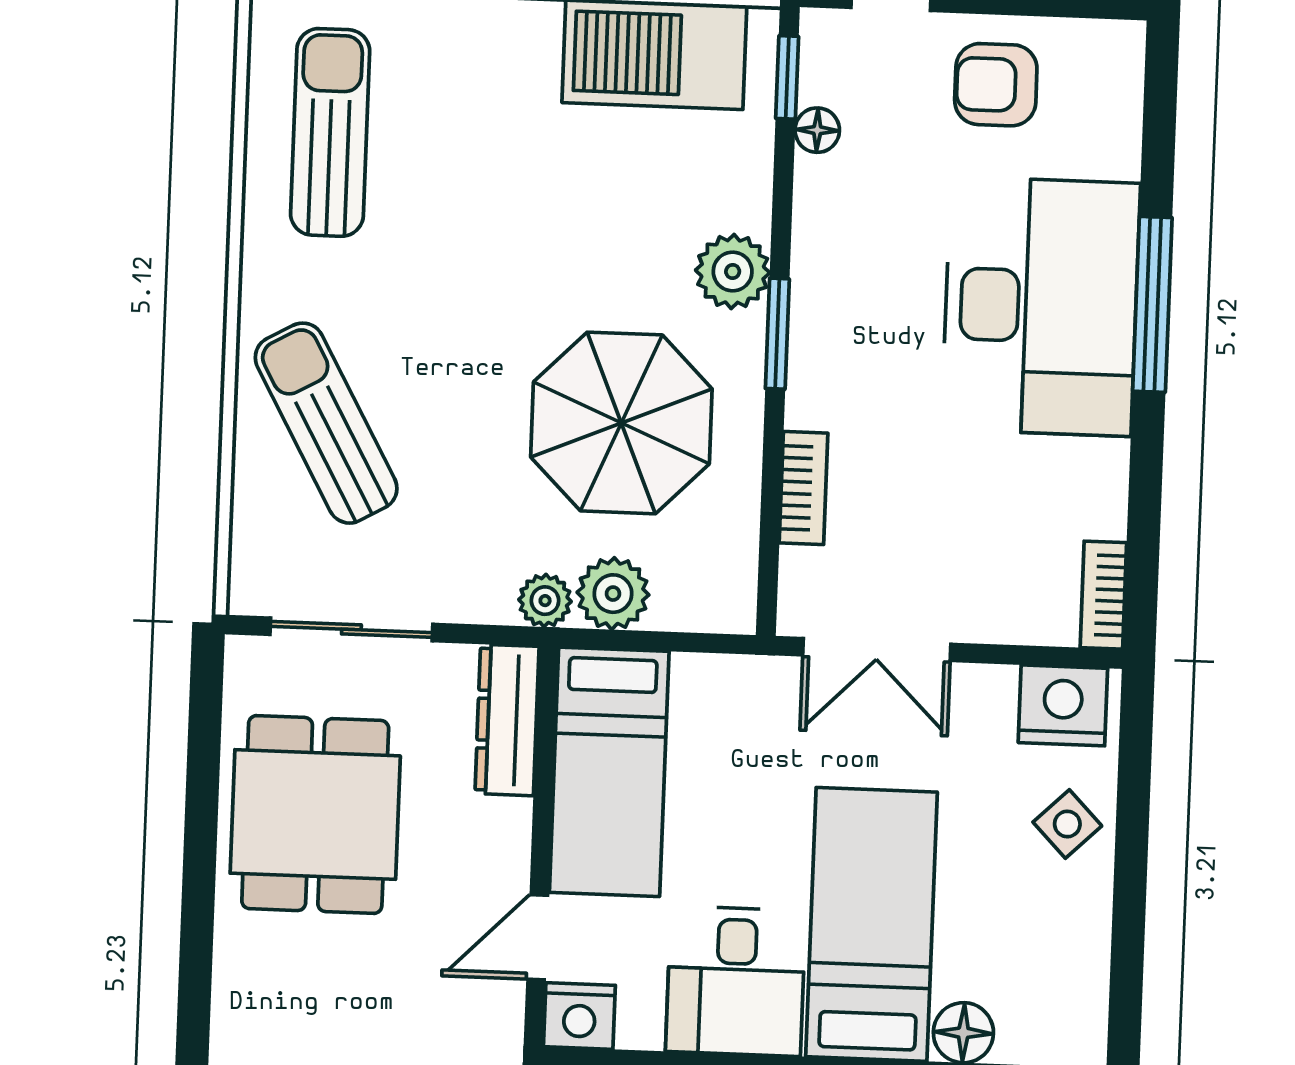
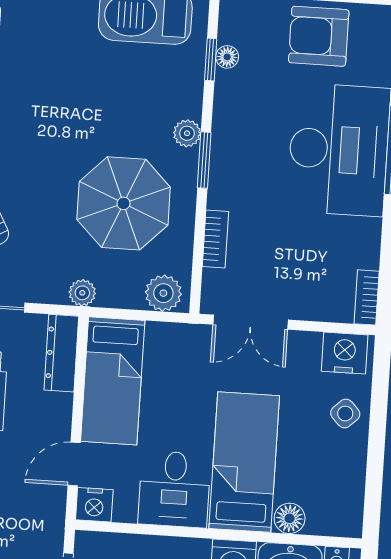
window: (787, 77) -> (211, 60), moved
armchair: (996, 85) -> (319, 36), width x1.38, depth x1.38
plant: (733, 272) -> (187, 133), width x0.73, depth x0.73
plant: (613, 594) -> (163, 293), moved

